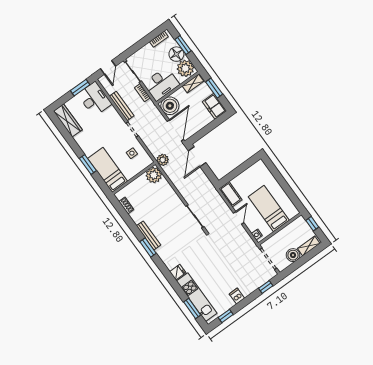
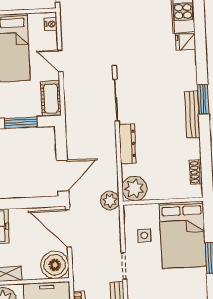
door: (175, 130) -> (69, 228), hinge flipped
bed: (108, 170) -> (183, 235), width x1.50
window: (238, 171) -> (21, 123), added
dresser: (173, 197) -> (128, 144), added
door: (239, 218) -> (60, 61), hinge flipped

